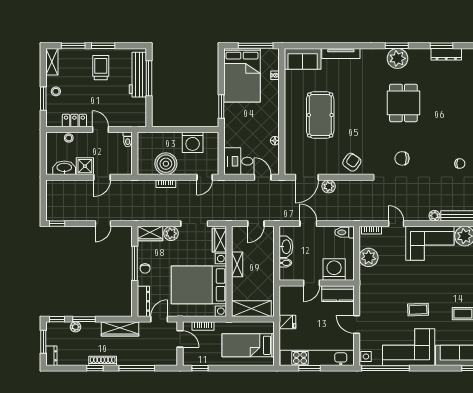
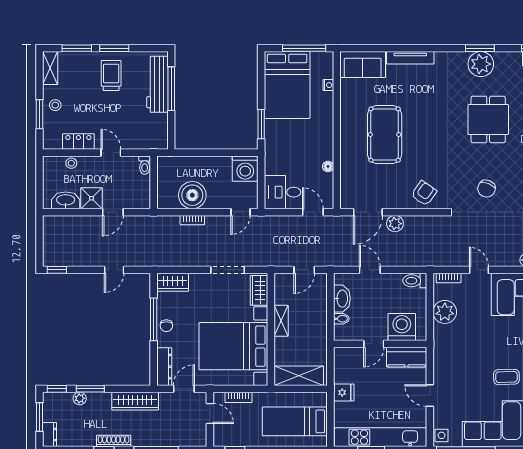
washing machine: (193, 142) -> (245, 169), moved
chair: (402, 158) -> (486, 189), turned -68
plant: (171, 233) -> (199, 282), removed

